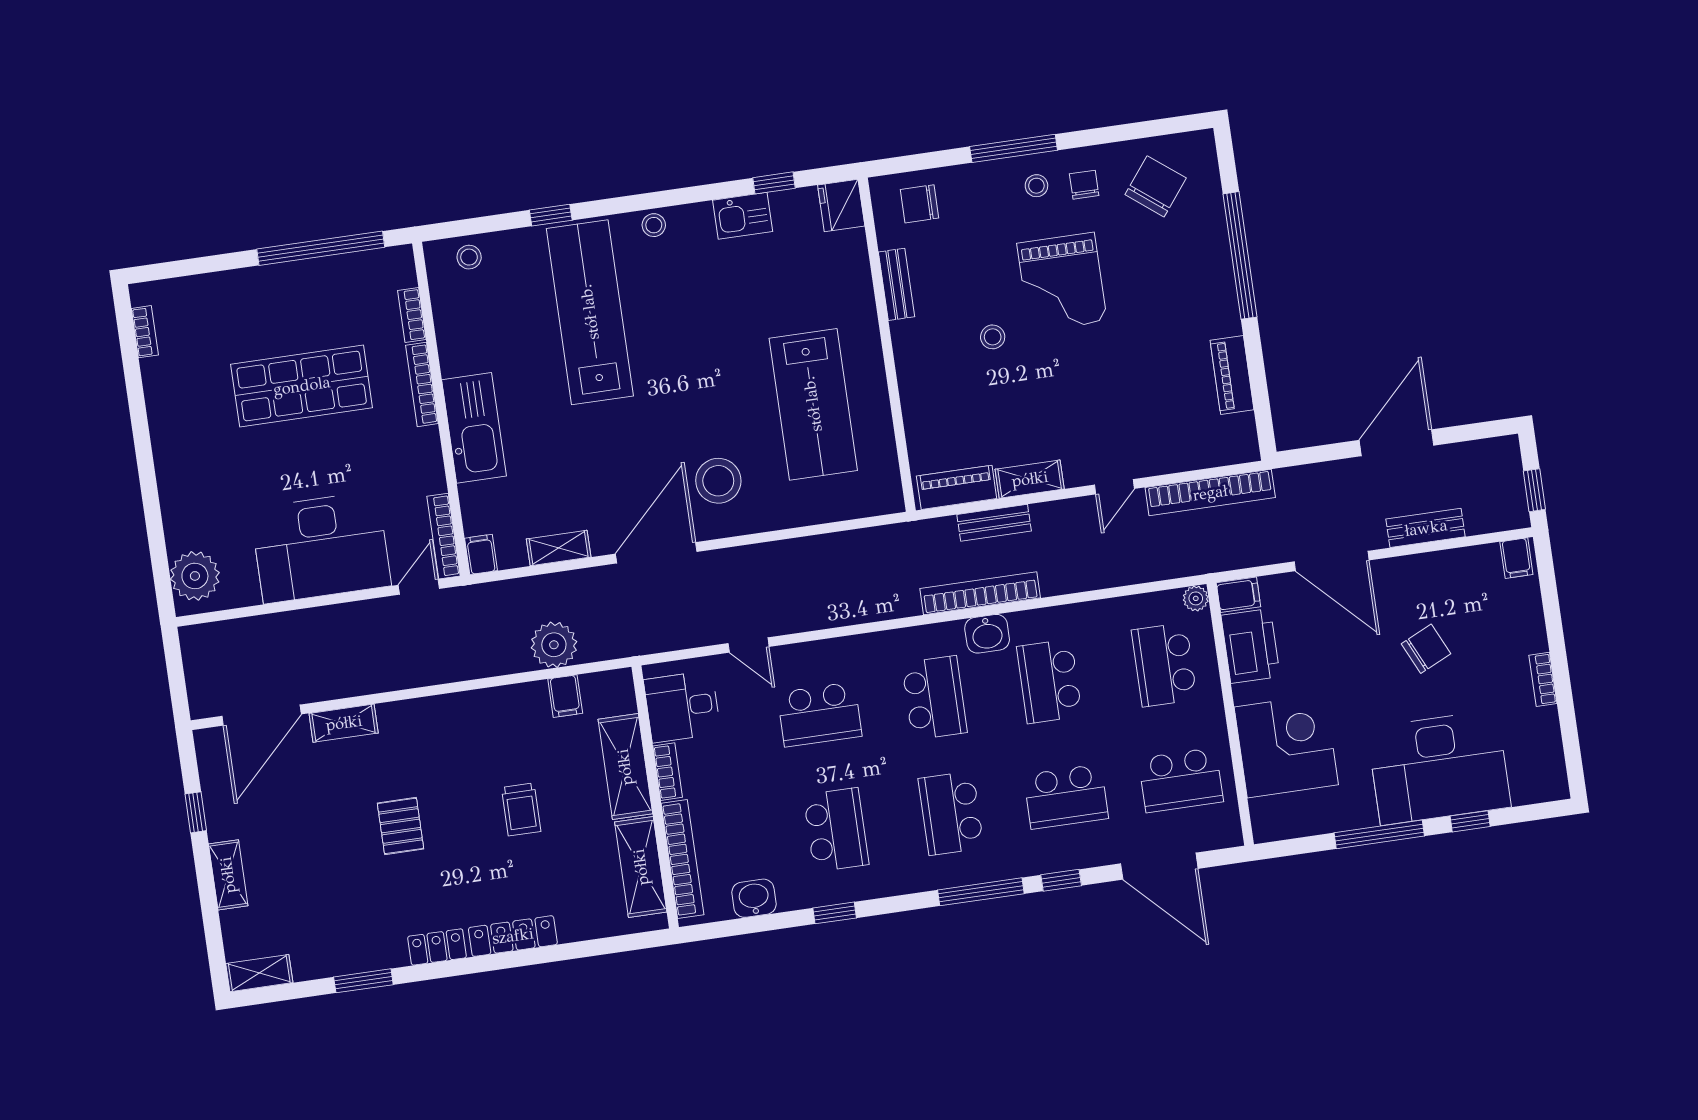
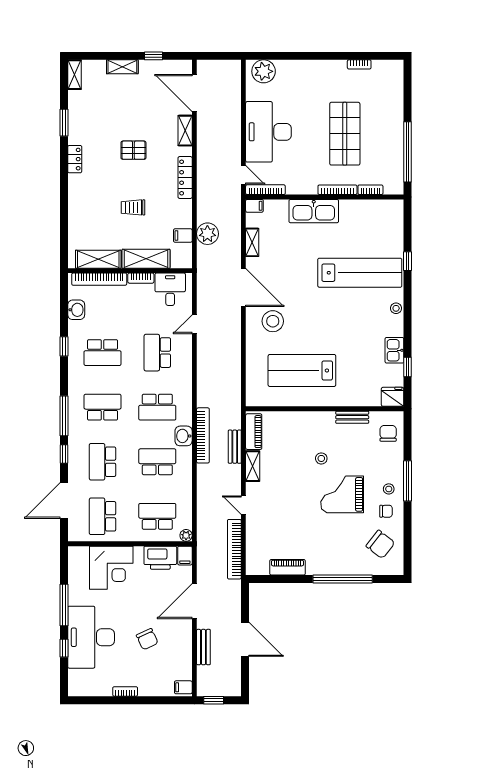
stool: (469, 257) -> (394, 220), removed
bookcase: (145, 332) -> (359, 64), moved
locker: (513, 936) -> (185, 178), moved, turned 180

